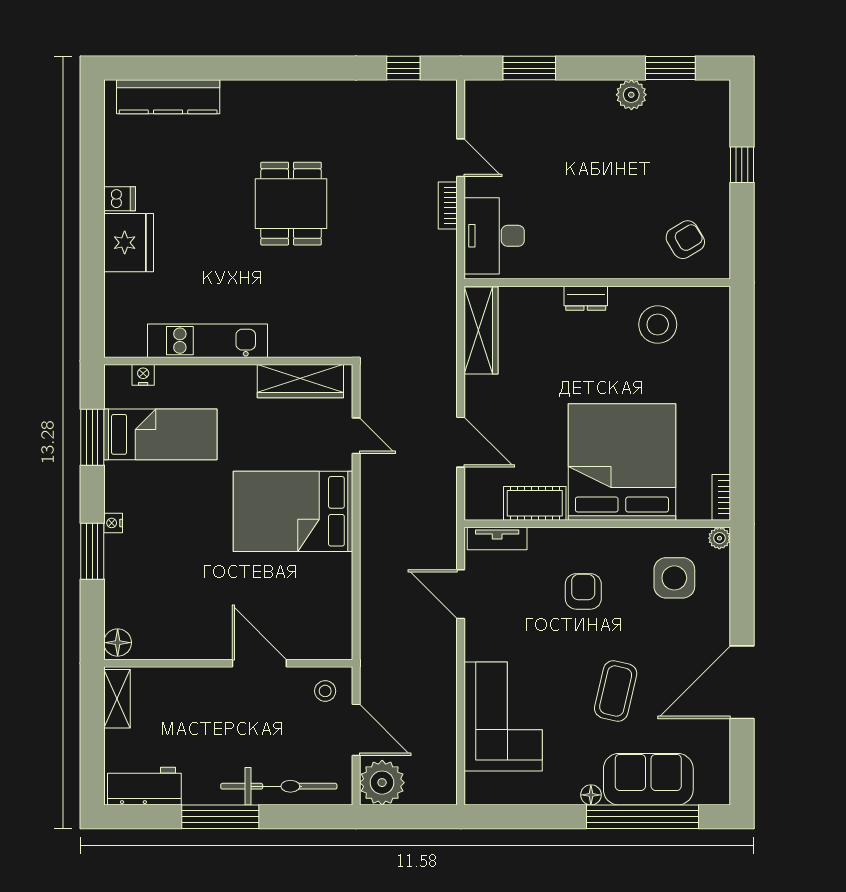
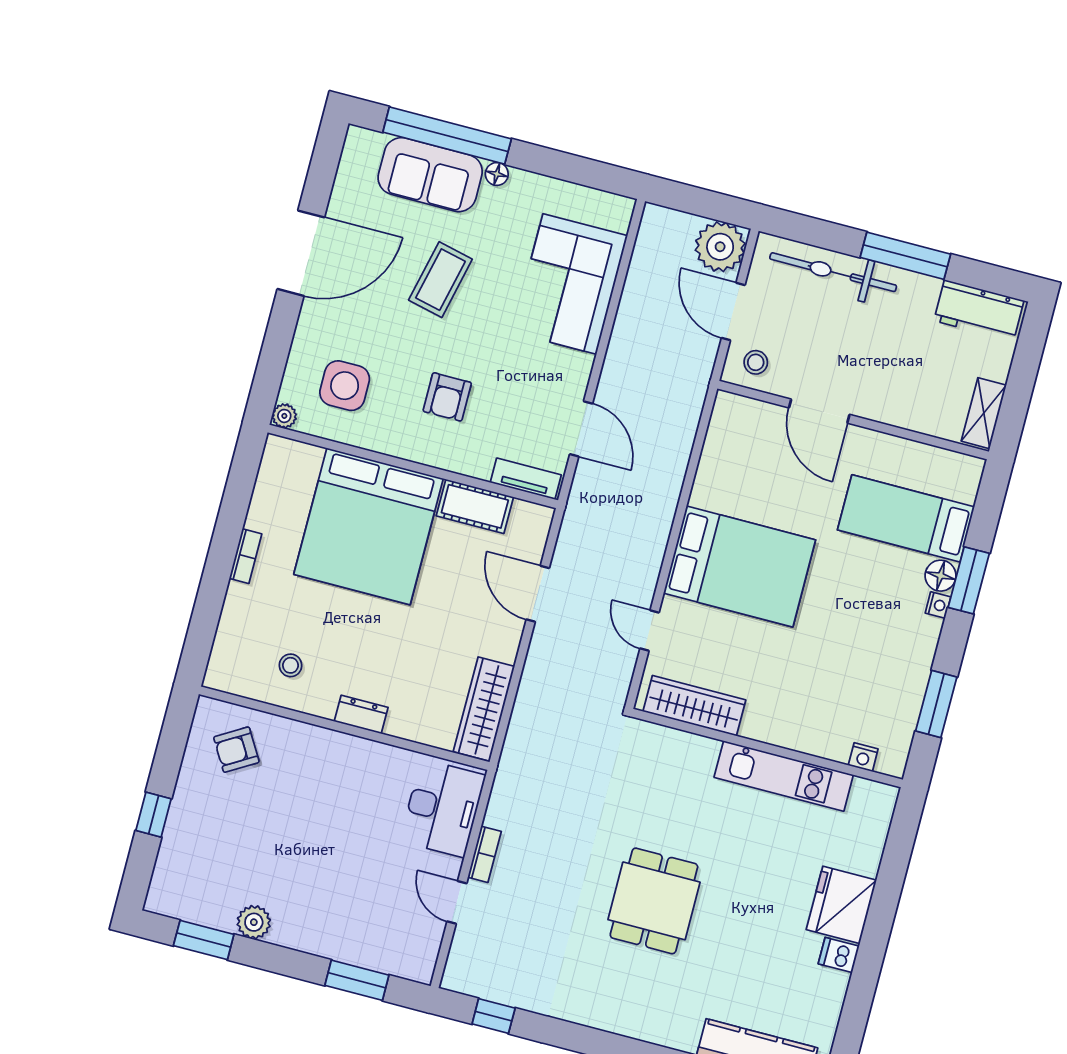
stool: (658, 324) -> (291, 665), width x0.53, depth x0.53
bed: (160, 434) -> (906, 518), moved
bookcase: (721, 497) -> (245, 556), moved
floor lamp: (118, 643) -> (941, 576), moved

